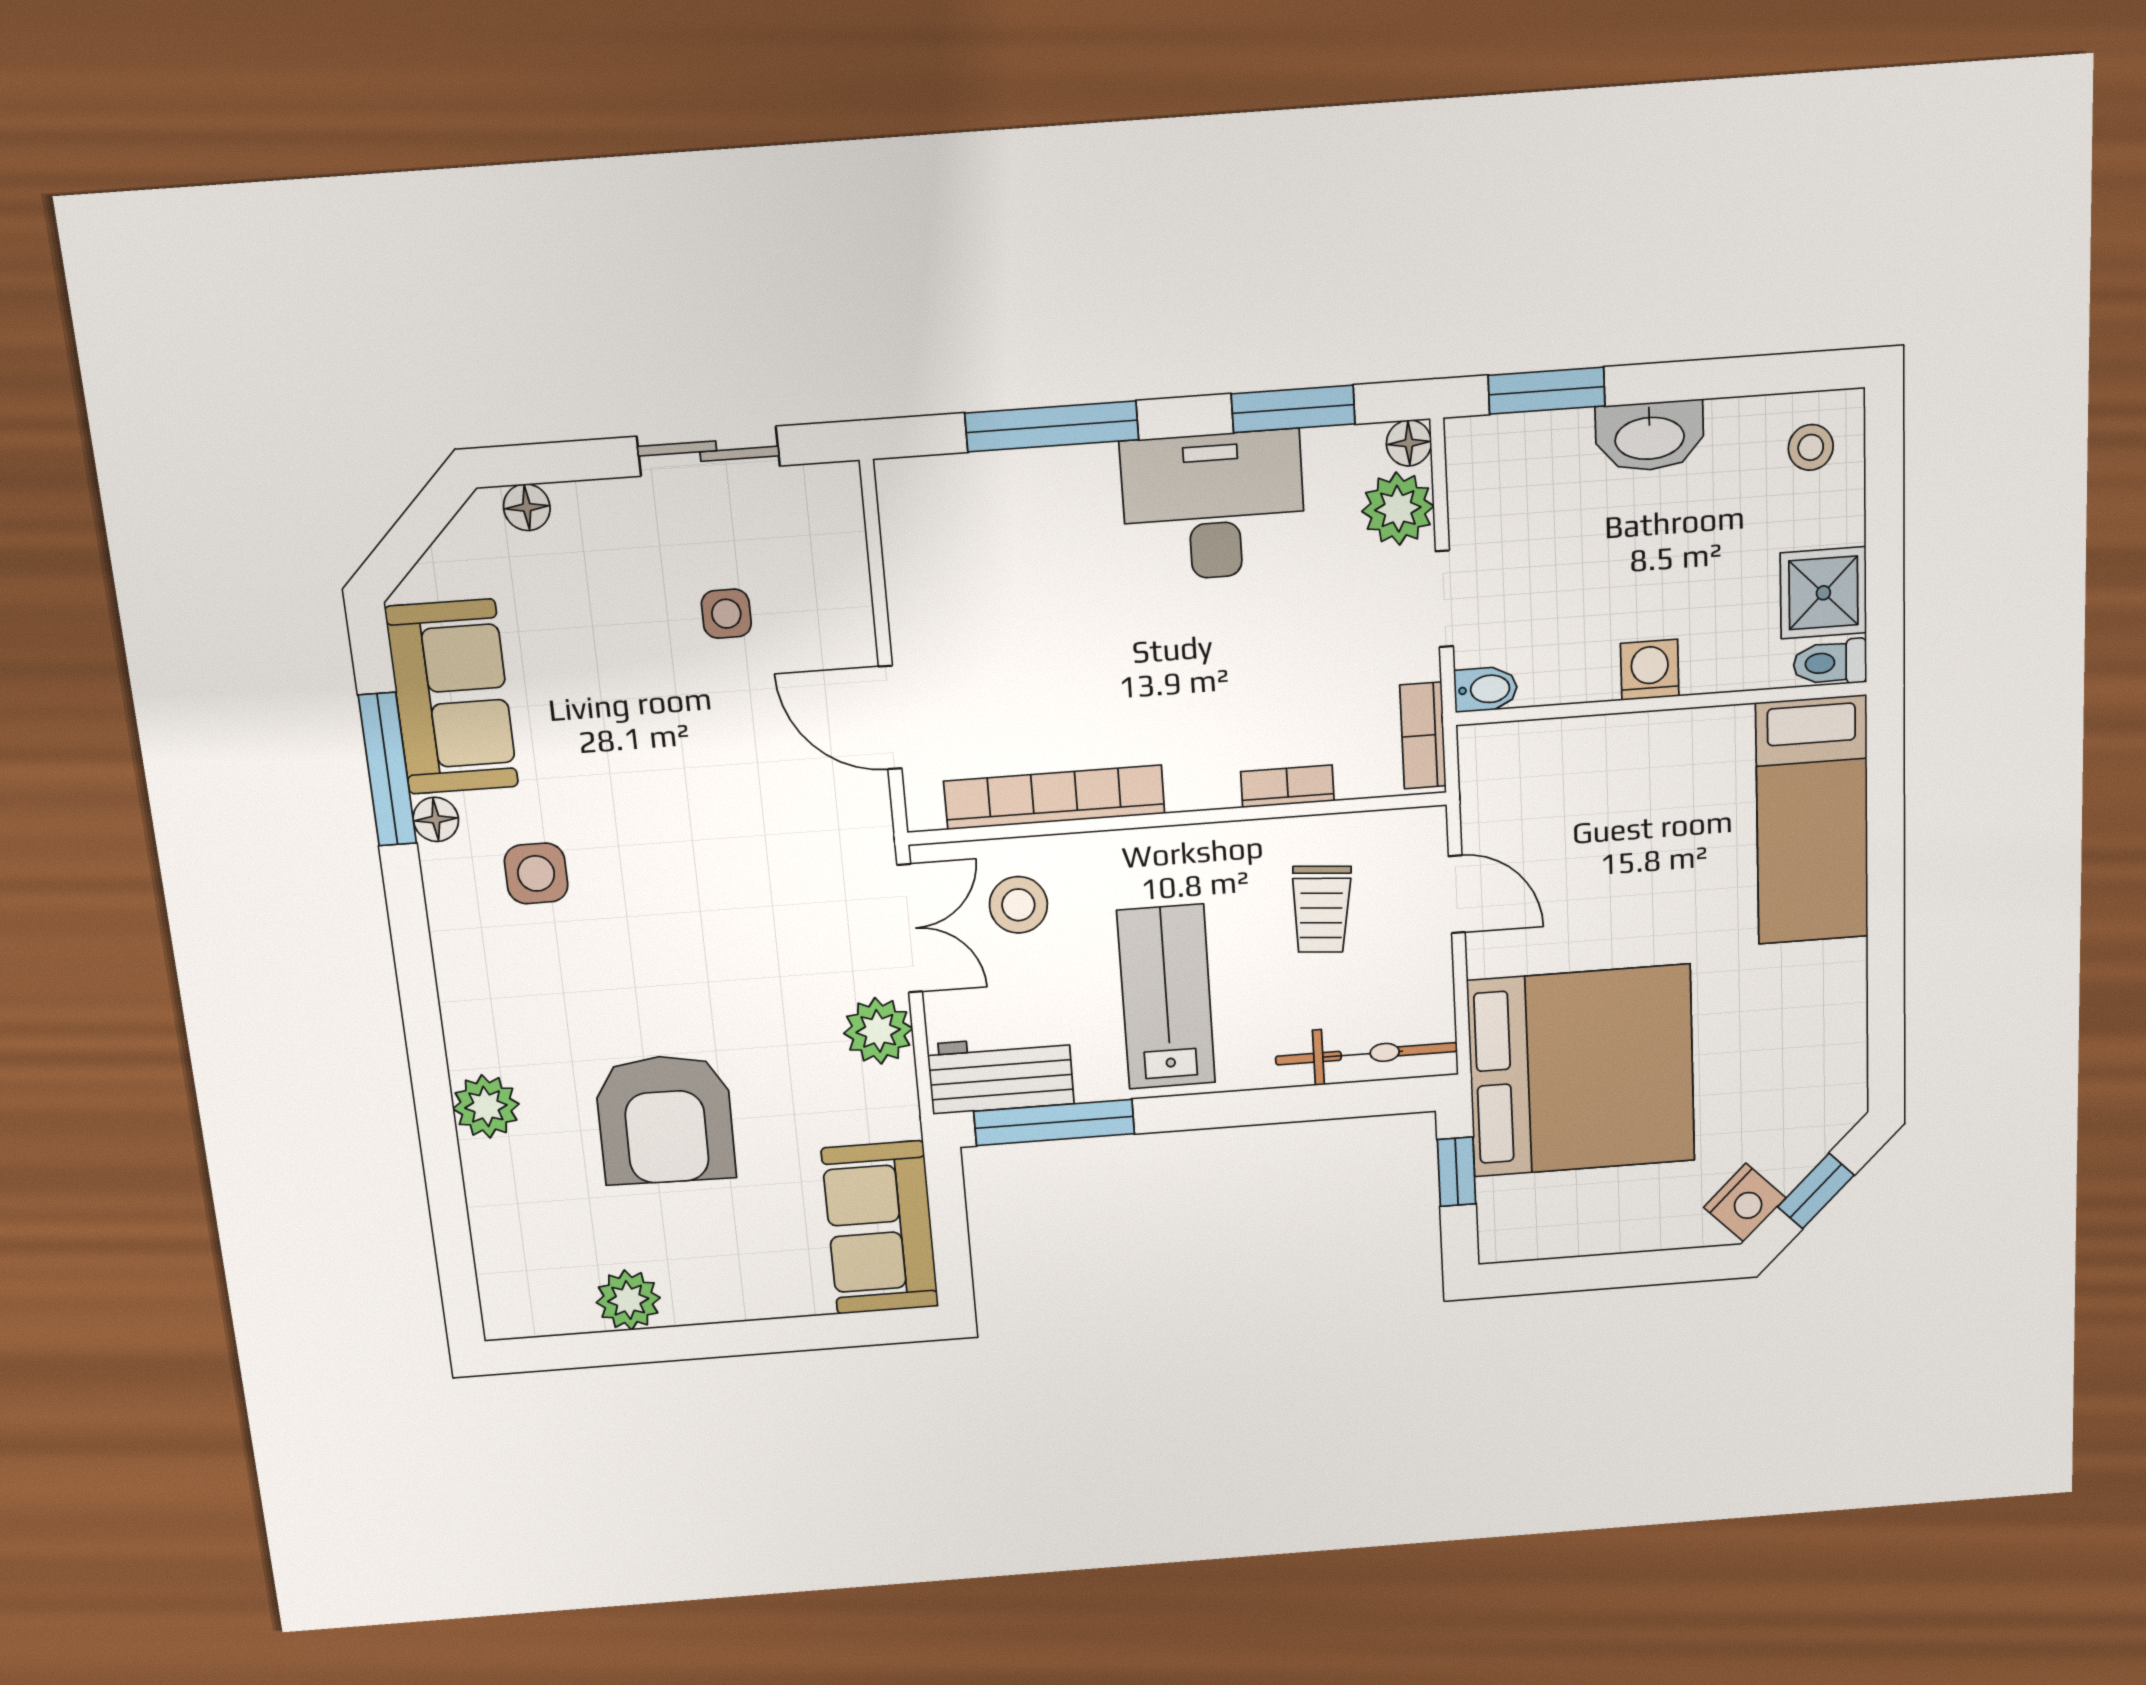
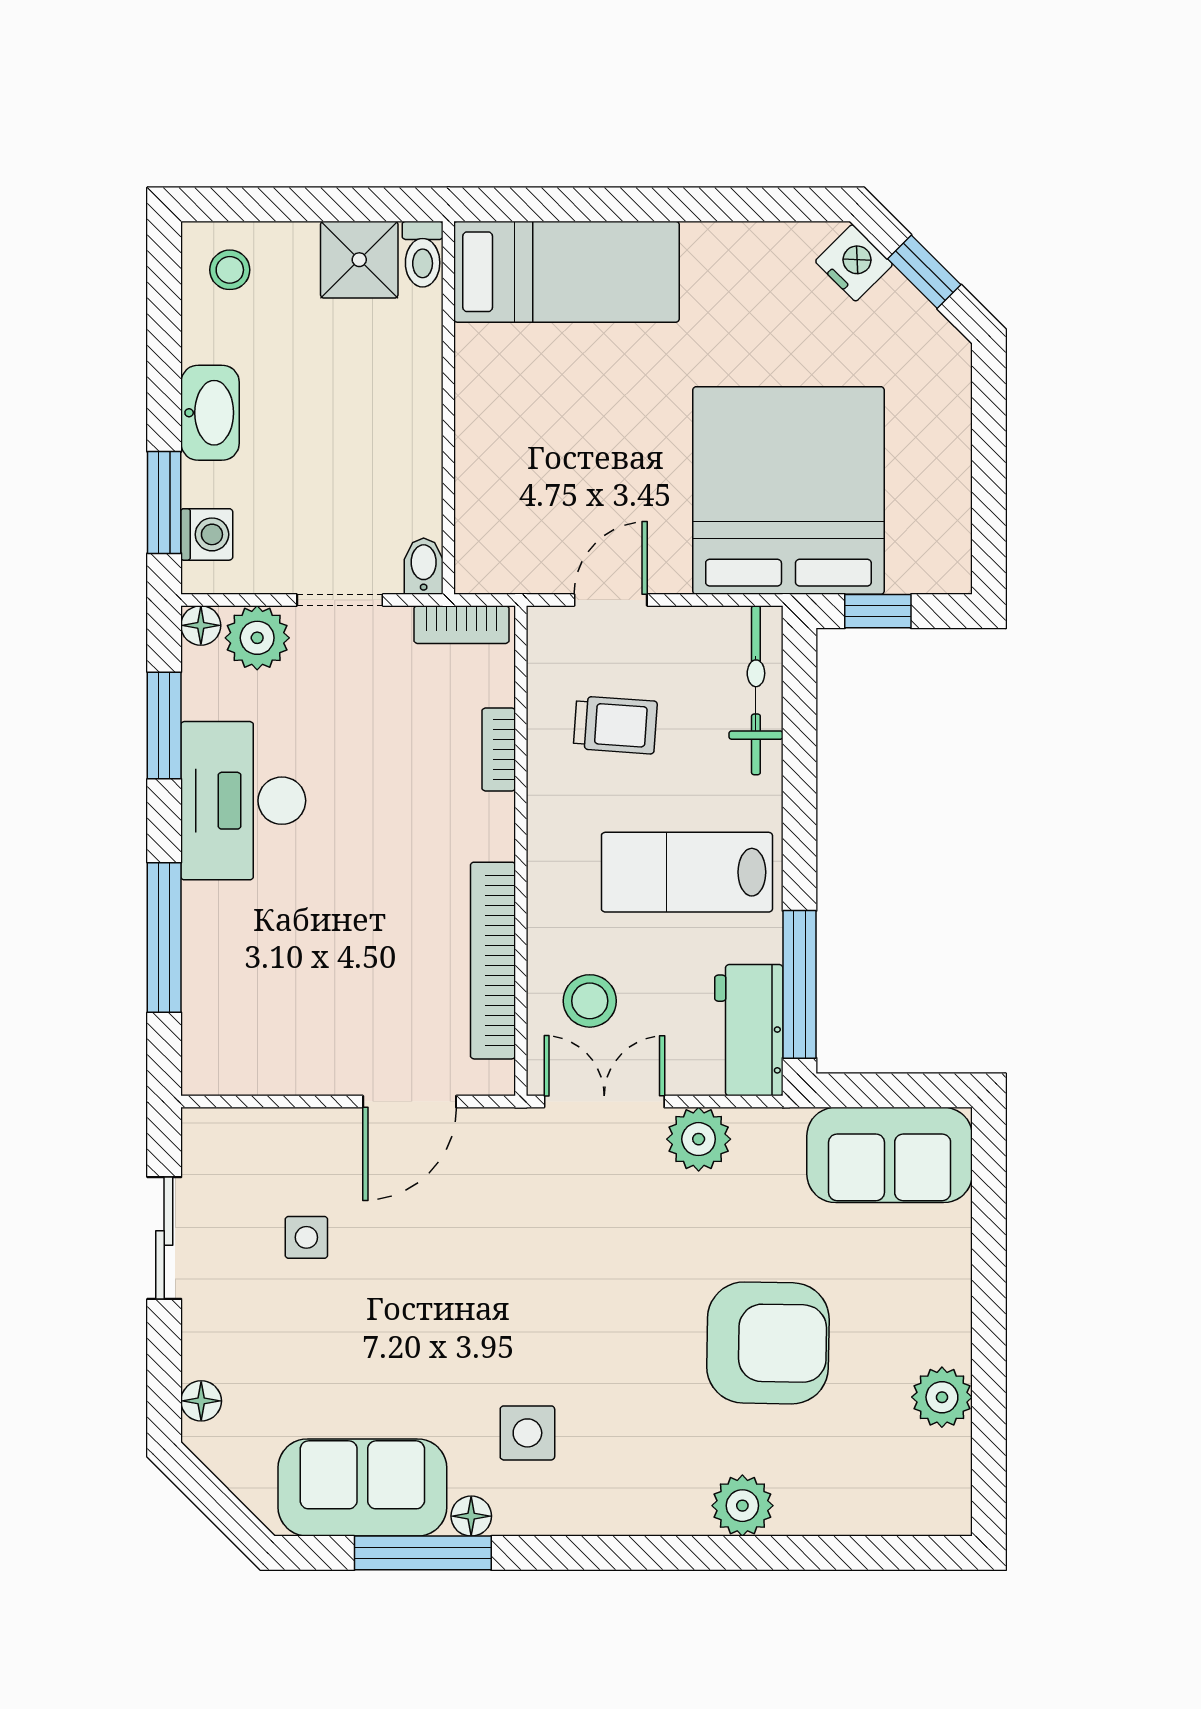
washing machine: (1650, 670) -> (207, 534), moved, turned 180
nightstand: (1745, 1203) -> (854, 263), moved

